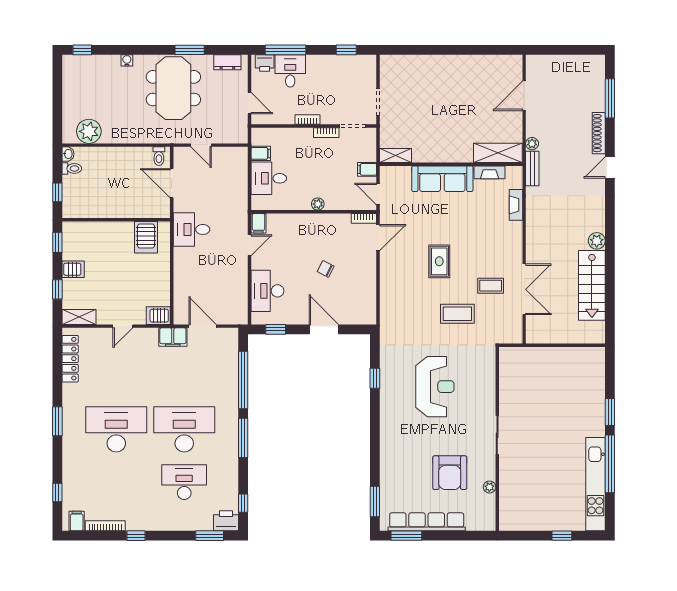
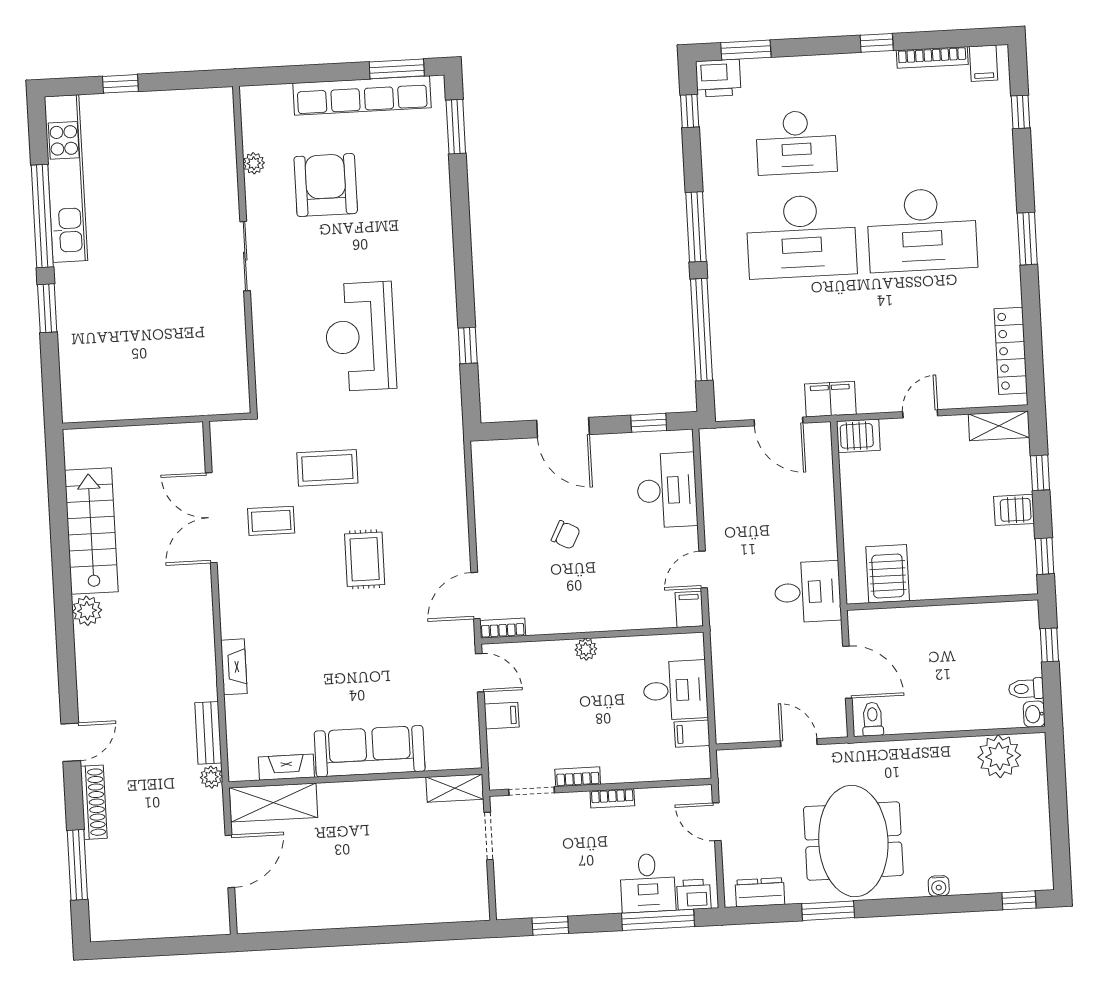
shelving: (498, 153) -> (273, 803), moved
shelving: (396, 155) -> (455, 788), moved
wall: (451, 164) -> (355, 778), moved
fireplace: (490, 172) -> (286, 767), moved
sofa: (442, 179) -> (370, 751), moved

